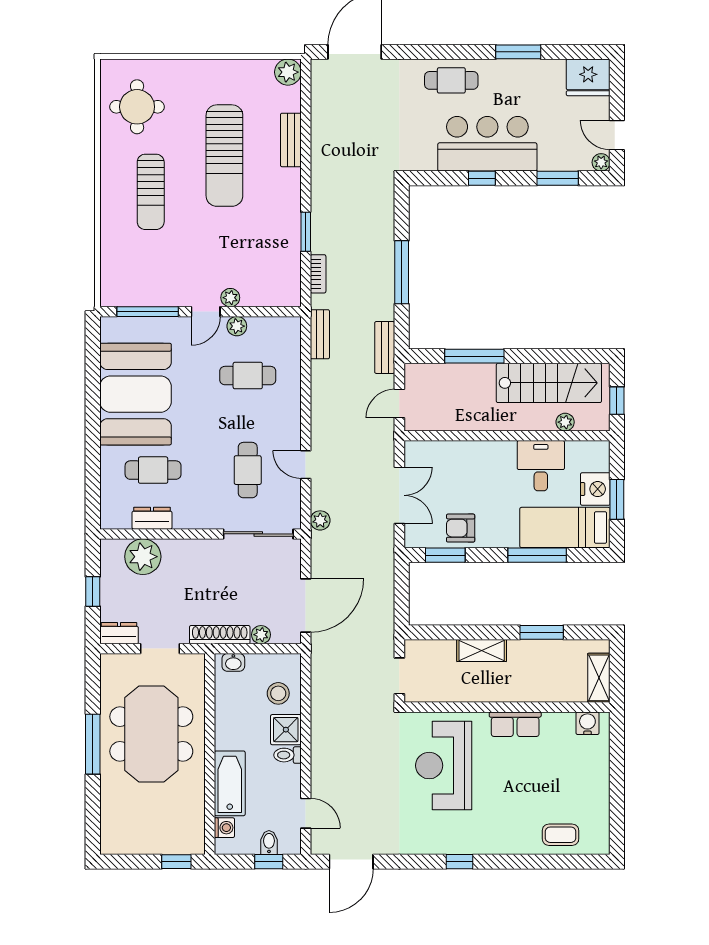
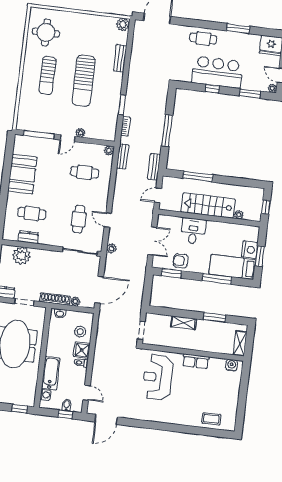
sun lounger: (224, 156) -> (84, 81), moved
plant: (237, 326) -> (109, 151), moved
stairs: (549, 383) -> (208, 205), moved, turned 180
booth: (135, 394) -> (22, 174), width x0.73, depth x0.70
desk: (541, 466) -> (193, 231), moved
window: (459, 862) -> (160, 426), removed

